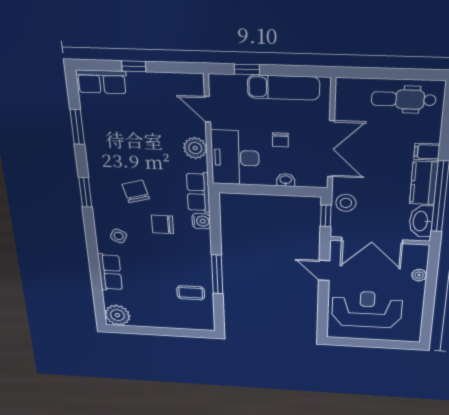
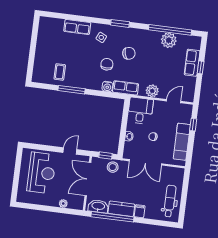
row of seats: (102, 82) -> (192, 63), moved
window: (77, 127) -> (170, 30), width x2.11
desk: (235, 158) -> (140, 111), width x0.73
window: (85, 192) -> (120, 23), moved
plant: (117, 315) -> (169, 40), moved

